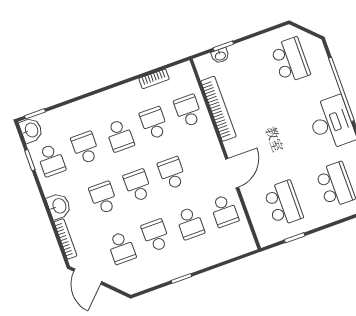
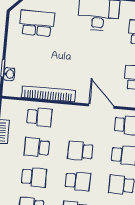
school desk: (188, 111) -> (39, 117), turned 180
school desk: (138, 185) -> (78, 181), turned 180

